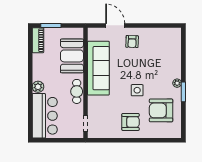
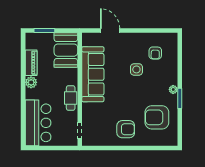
piano: (38, 40) -> (31, 63), moved
armchair: (132, 42) -> (155, 53), moved
booth: (72, 56) -> (66, 50), moved
plant: (38, 87) -> (31, 82), moved
side table: (137, 90) -> (136, 69), moved

